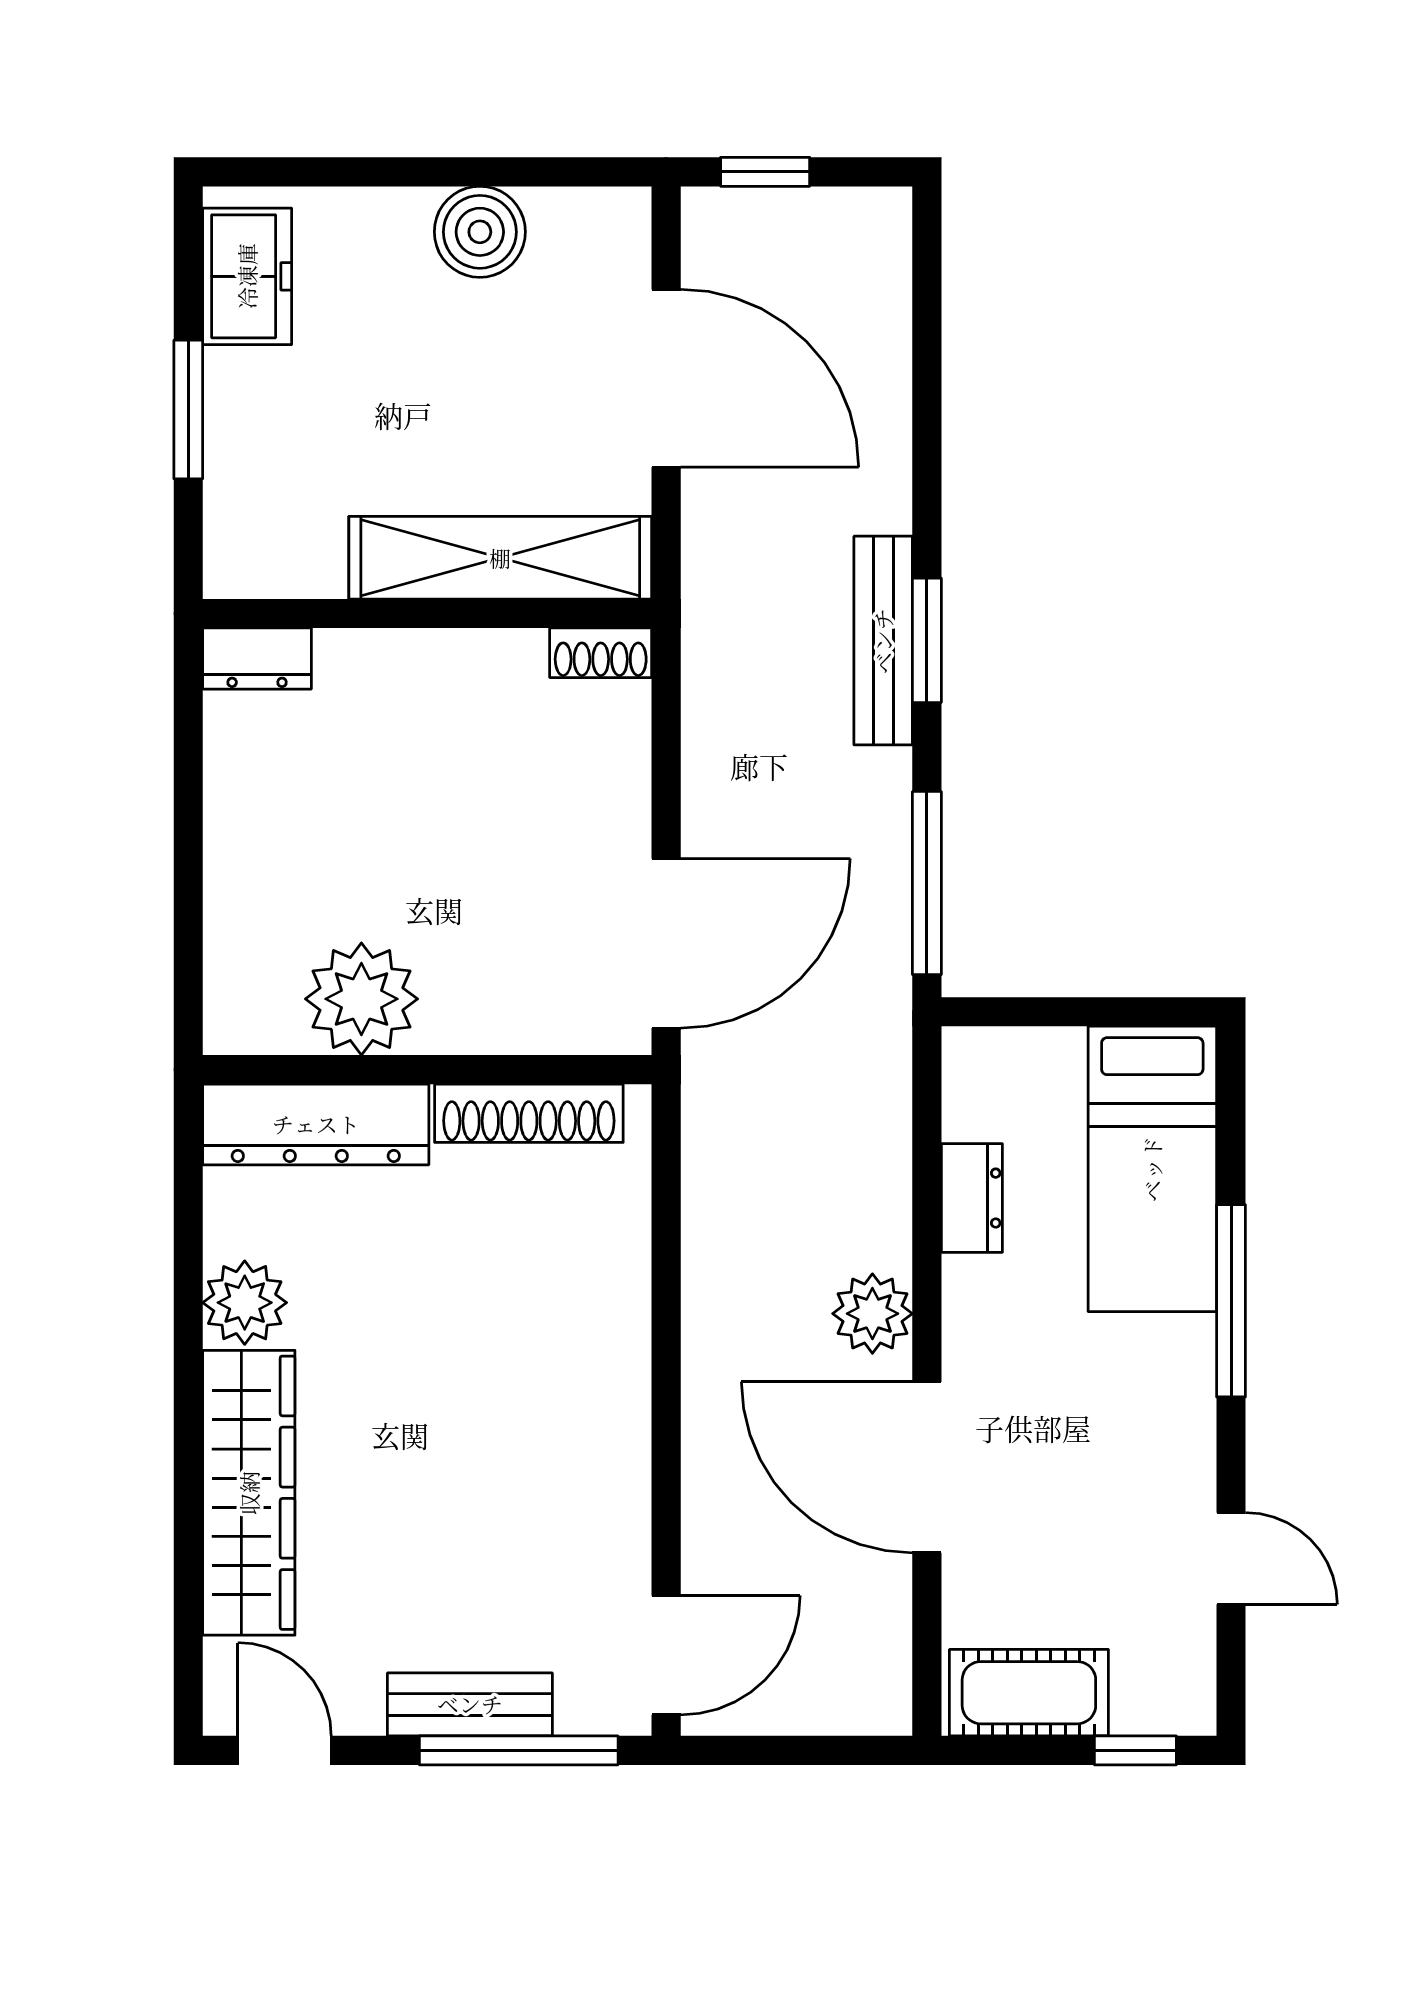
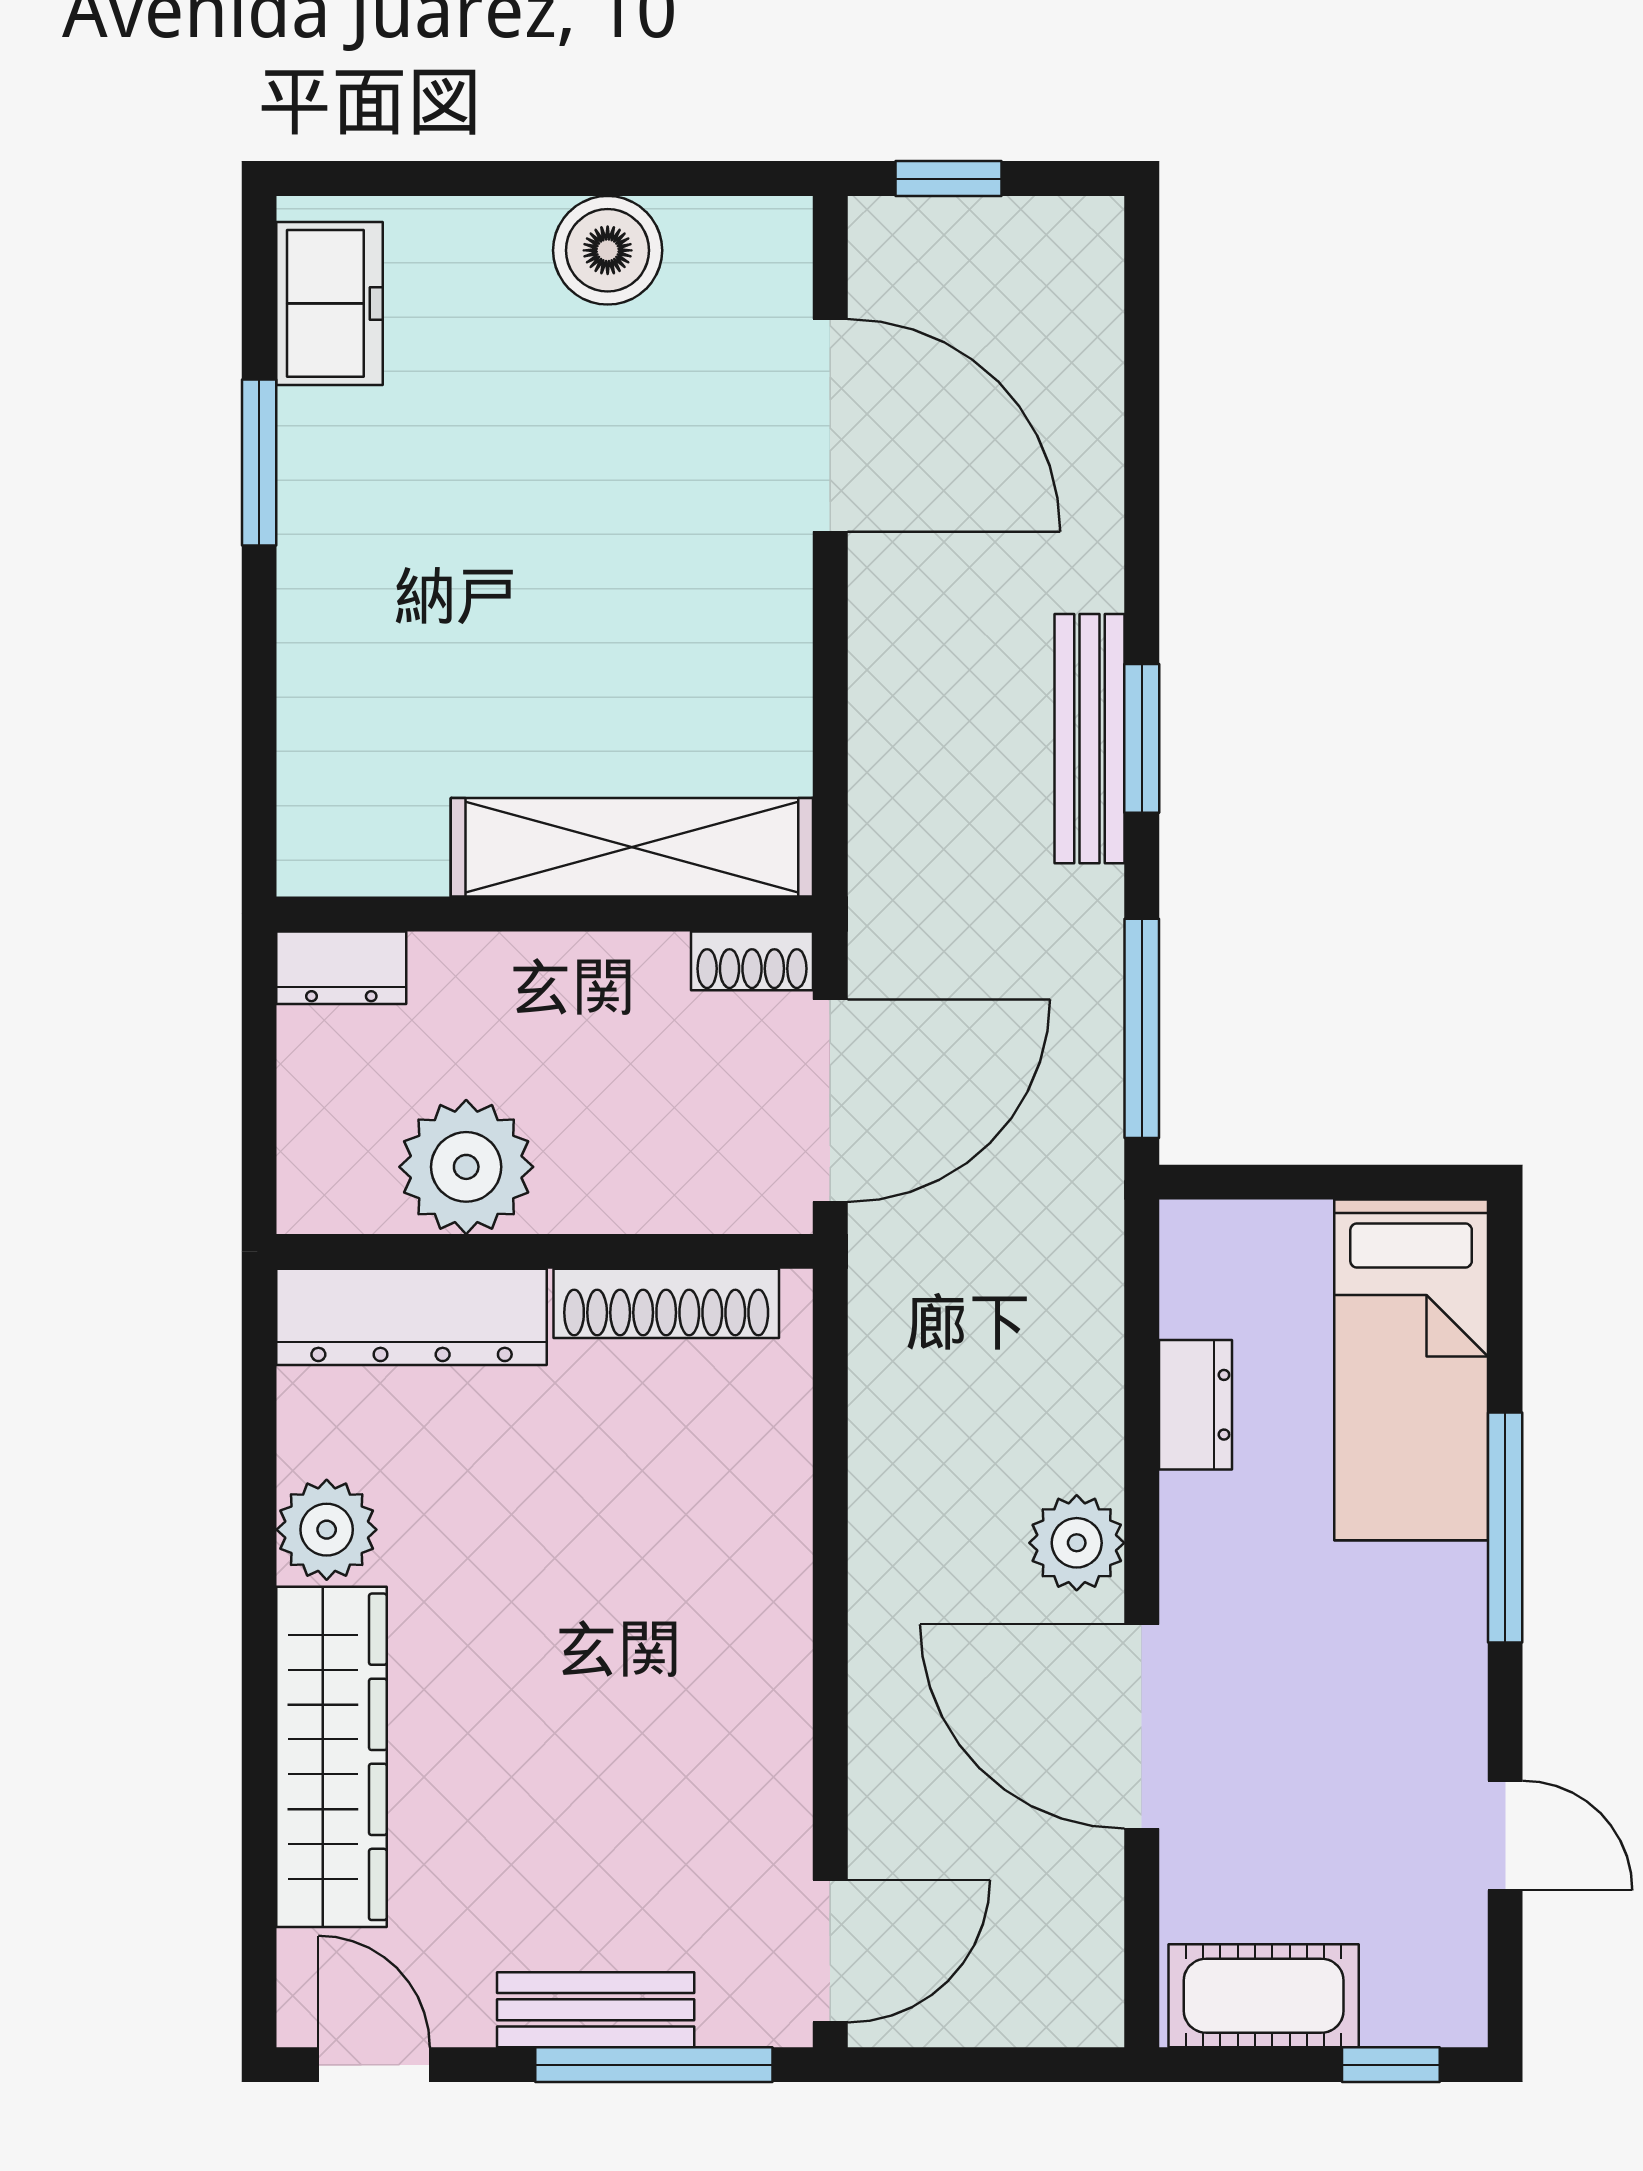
shelving: (500, 558) -> (632, 847), moved
wall: (427, 613) -> (545, 914), moved
shoe rack: (601, 653) -> (752, 961), moved
dresser: (257, 659) -> (341, 968), moved

